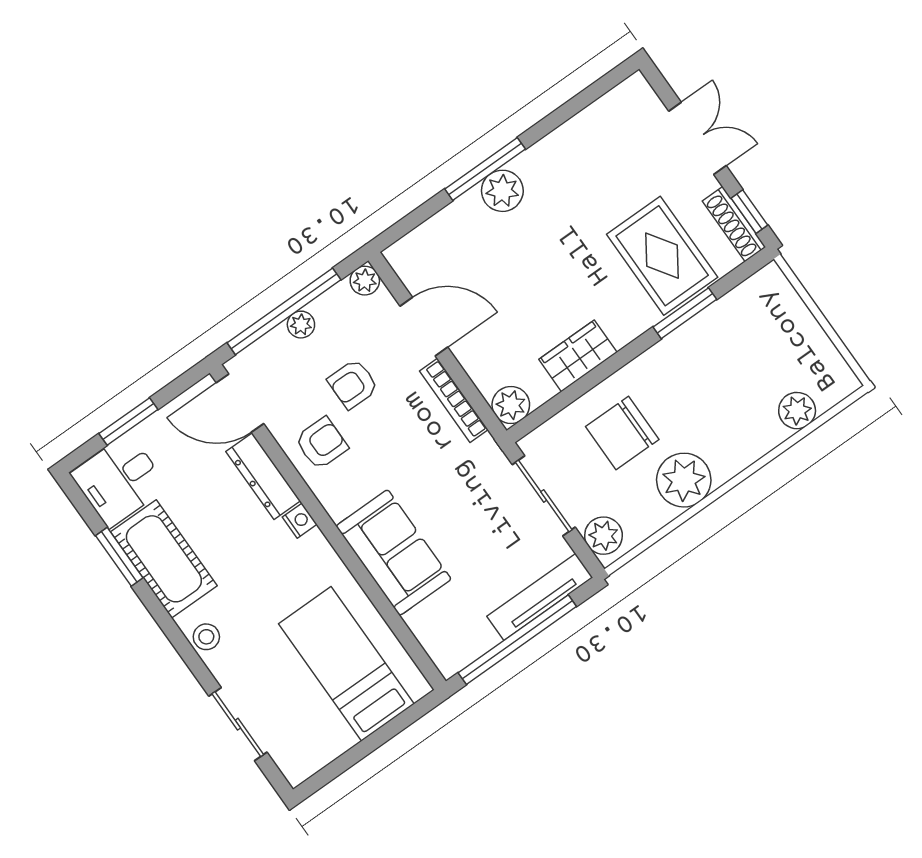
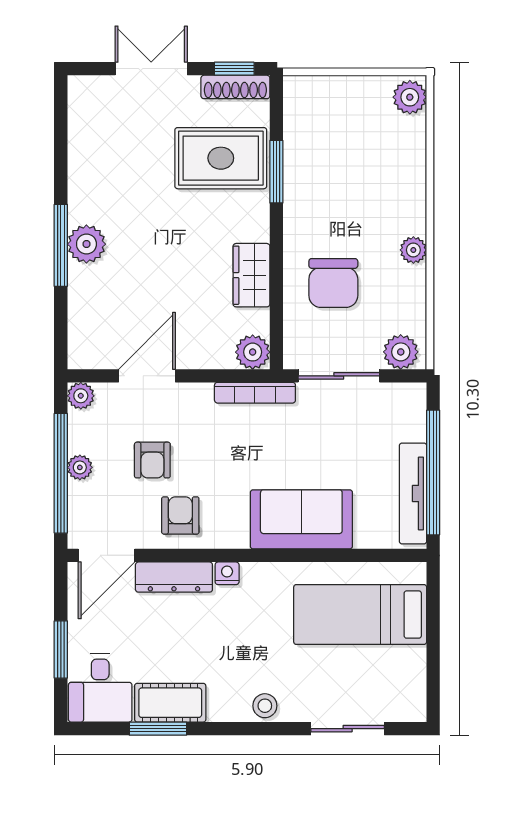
bookcase: (454, 400) -> (255, 393), moved
plant: (797, 411) -> (410, 97), moved
plant: (684, 480) -> (413, 250), width x0.53, depth x0.53
cot: (164, 559) -> (170, 703), width x0.73, depth x0.75
tv unit: (540, 597) -> (413, 493), moved

